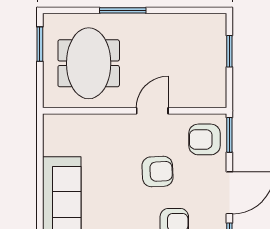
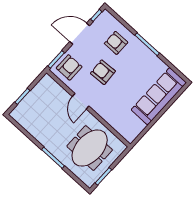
door: (152, 111) -> (81, 101), hinge flipped
armchair: (204, 139) -> (69, 67), turned -90

